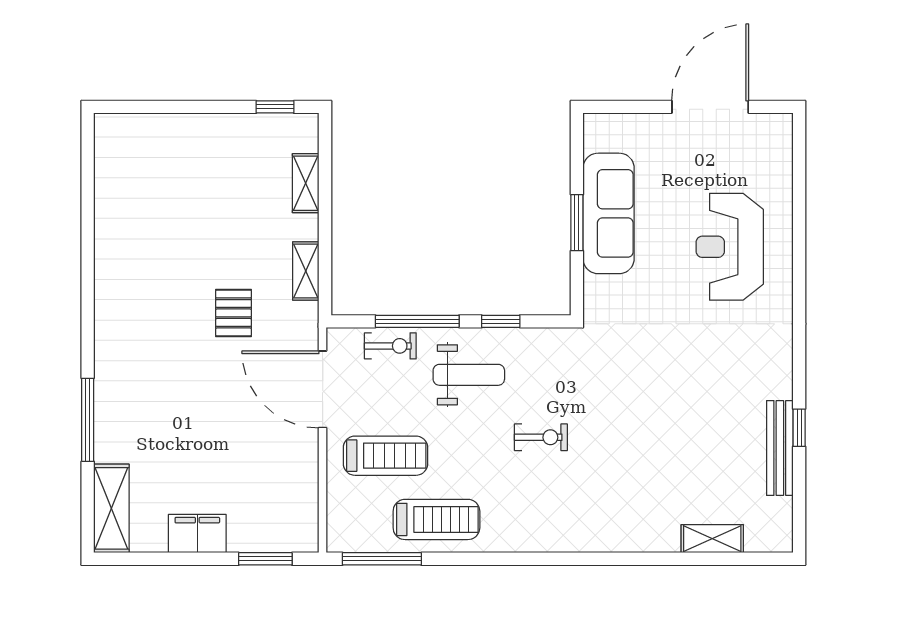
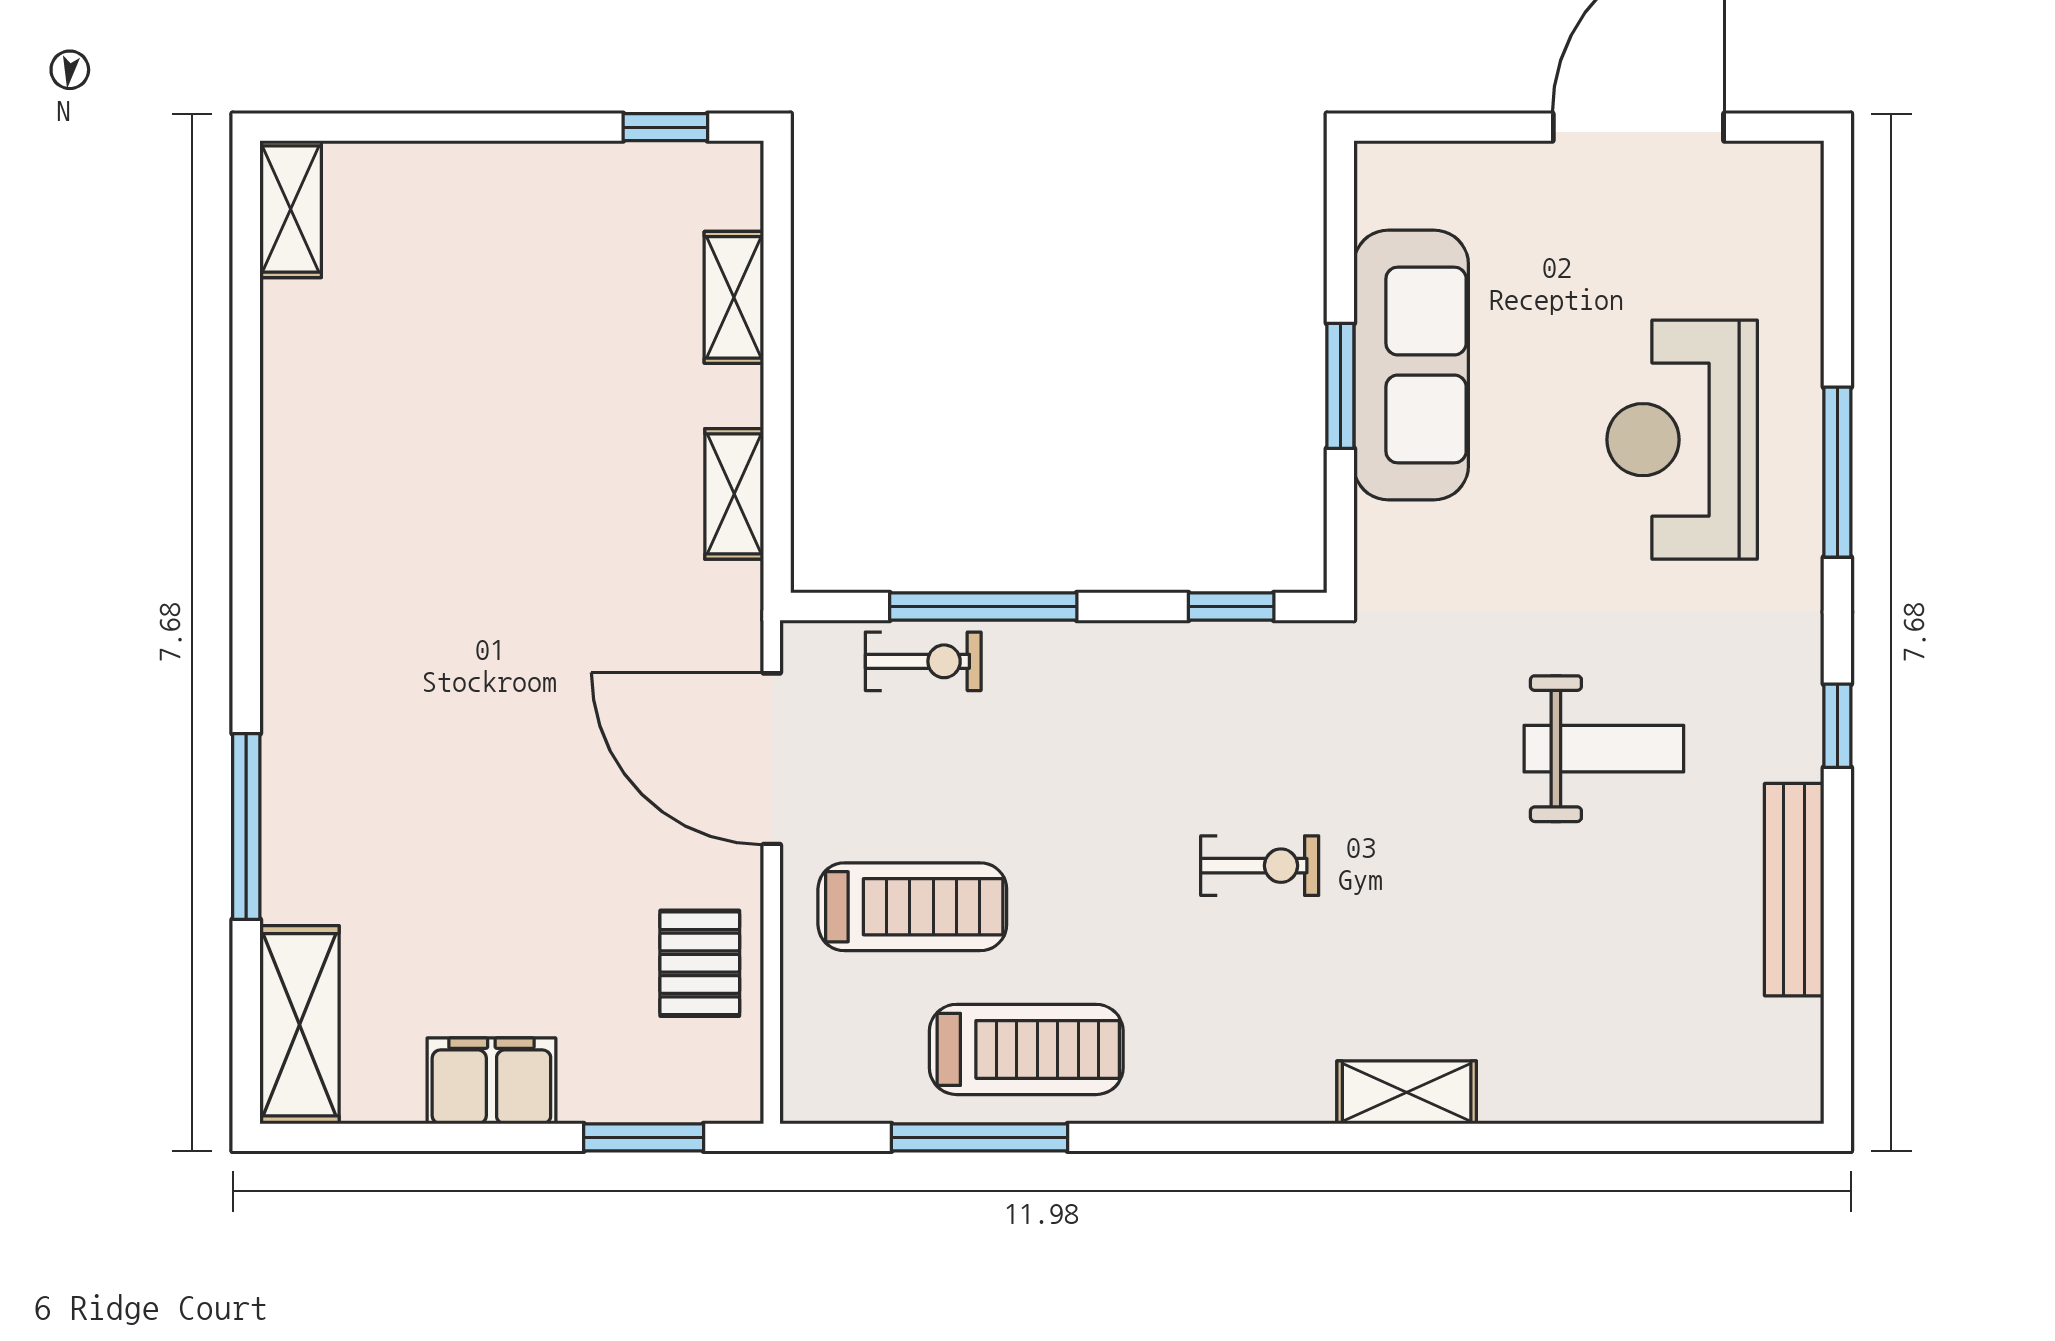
shelving: (107, 144) -> (291, 209), added
window: (799, 261) -> (1837, 472), added
pallet: (234, 313) -> (700, 963), moved
window: (501, 321) -> (1231, 606), moved
weight bench: (469, 375) -> (1604, 749), moved
window: (799, 428) -> (1837, 726), moved
shelving: (712, 539) -> (1407, 1092), moved
window: (382, 559) -> (979, 1137), moved

